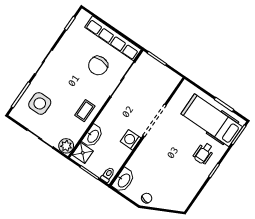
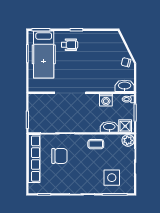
washing machine: (131, 140) -> (106, 100), moved

